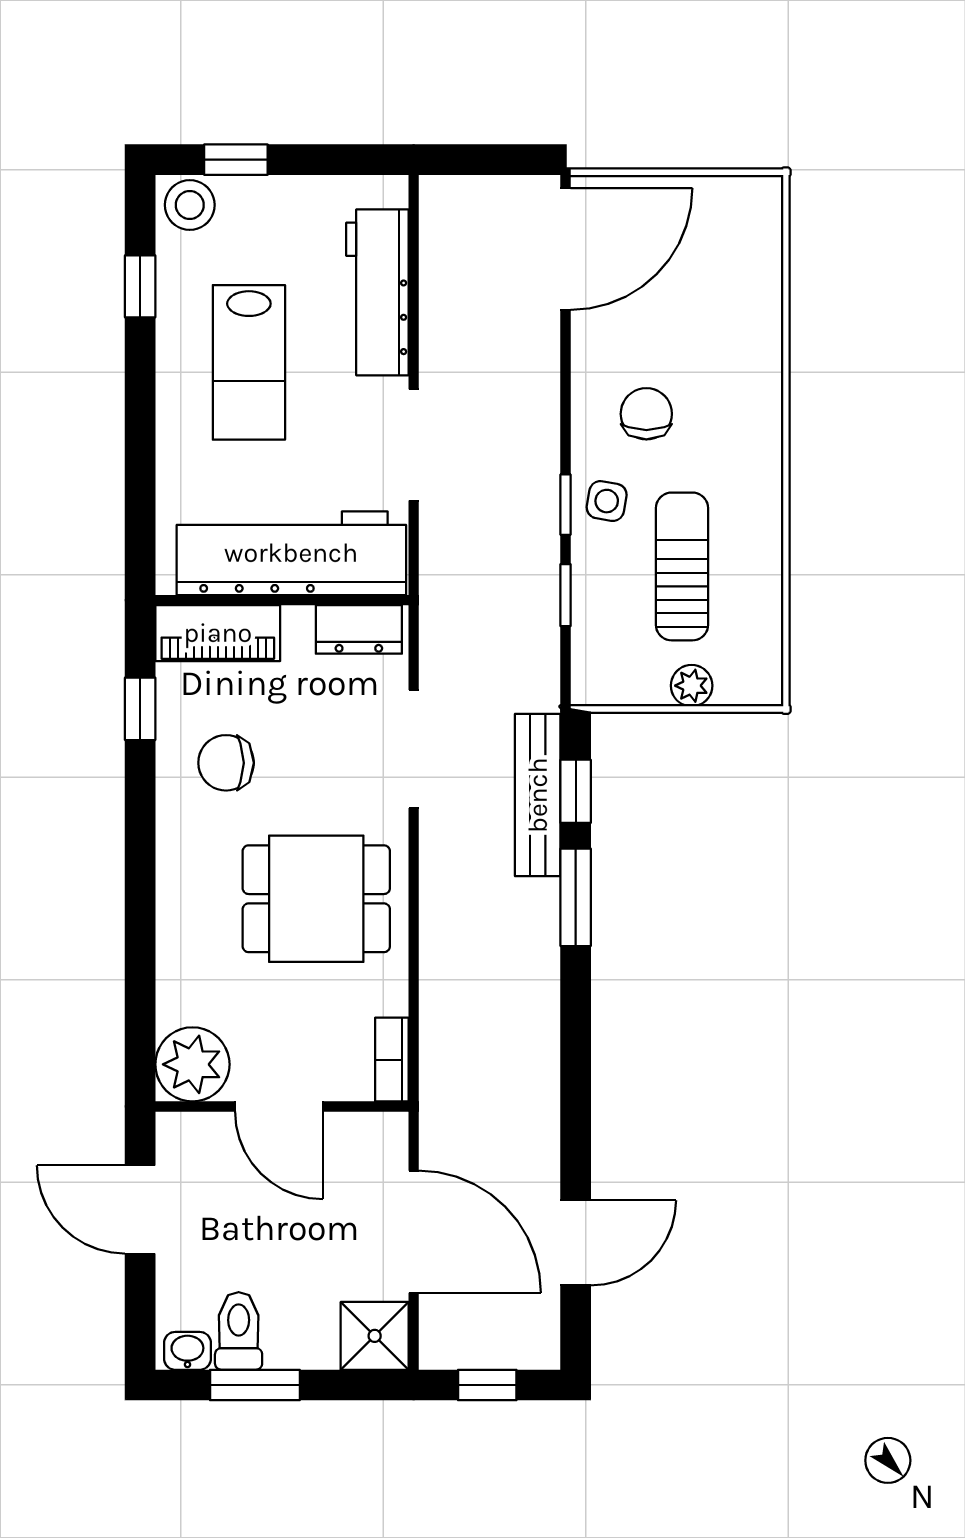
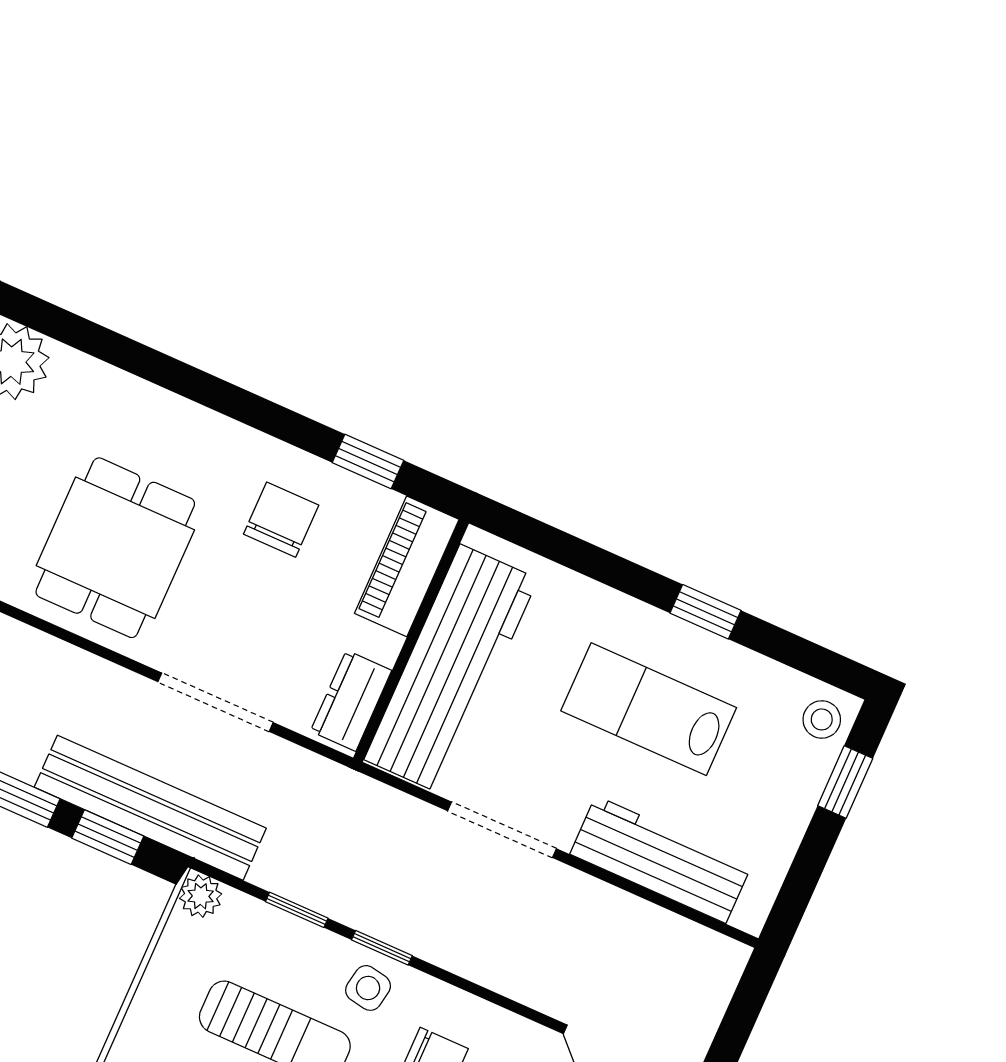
stool: (190, 205) -> (822, 719), width x0.73, depth x0.73
window: (140, 286) -> (705, 612), moved
plant: (692, 686) -> (201, 896), moved
bench: (538, 795) -> (150, 808), width x1.37, depth x1.21

